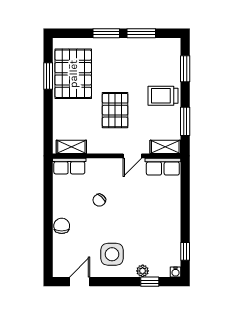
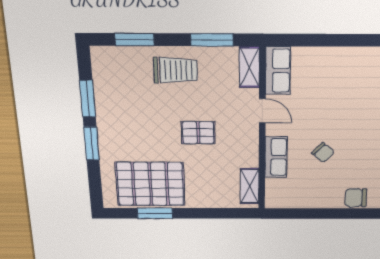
trolley: (163, 96) -> (176, 70), turned -90
pallet: (115, 110) -> (198, 133), width x0.67, depth x0.71
row of seats: (69, 166) -> (276, 157), moved

